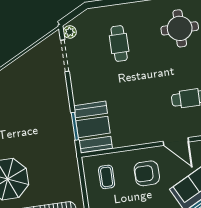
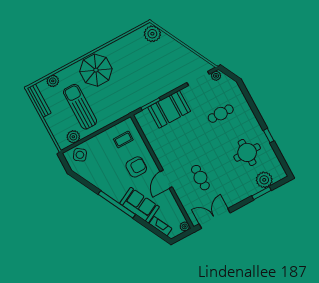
booth: (93, 127) -> (169, 109), moved
armchair: (147, 173) -> (136, 167), turned 90

